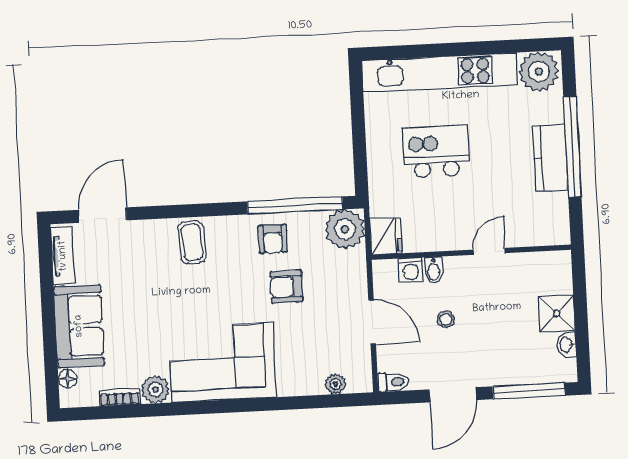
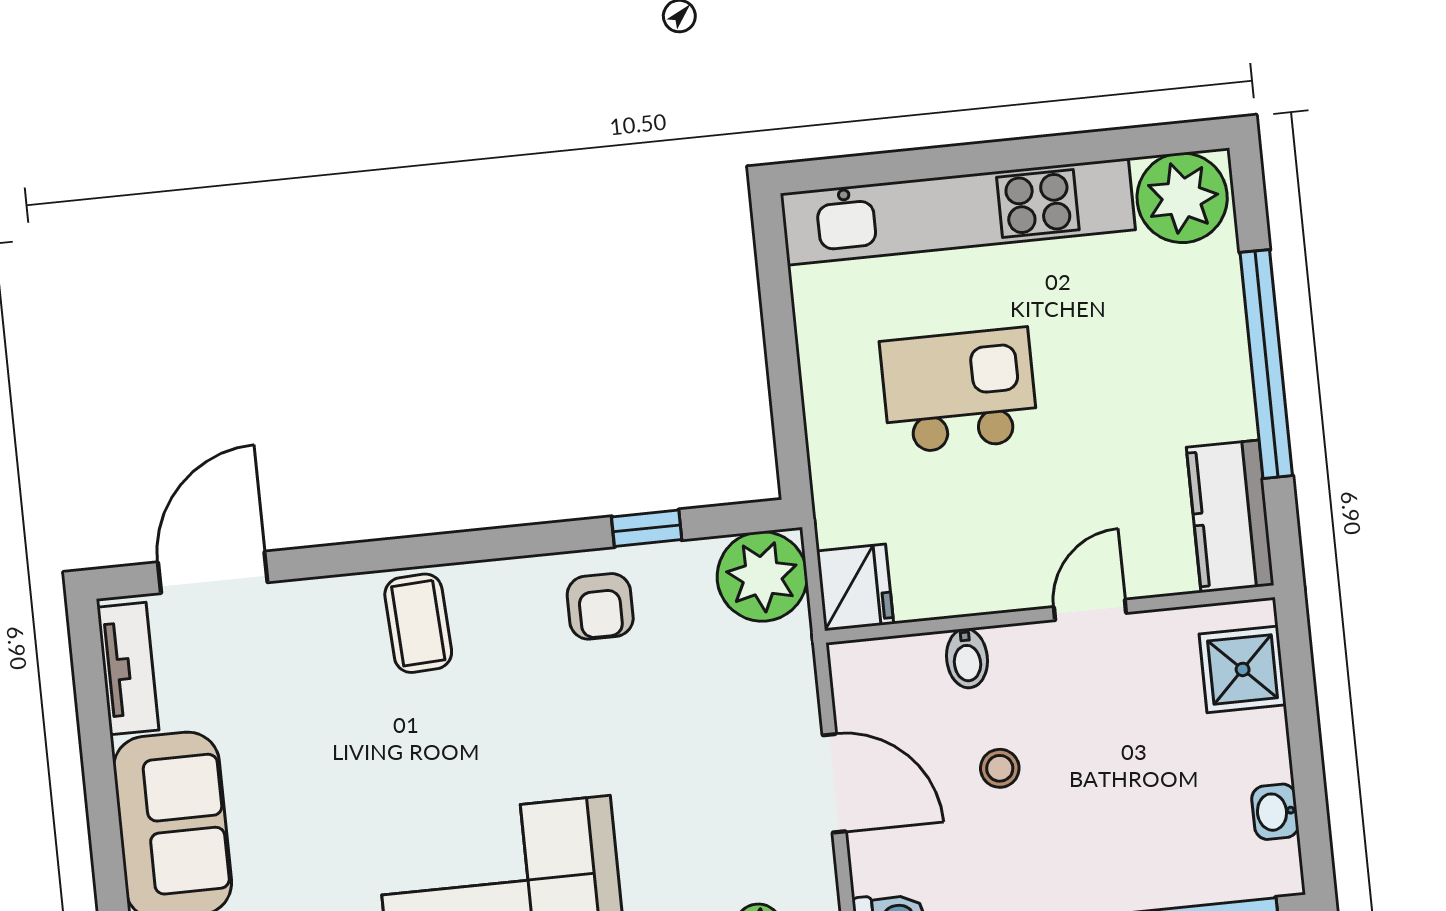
kitchen counter: (550, 158) -> (1230, 516), moved
window: (295, 205) -> (647, 528), width x0.32
washing machine: (411, 270) -> (915, 661), removed
armchair: (286, 287) -> (637, 713), removed
shower: (557, 313) -> (1243, 669), moved

